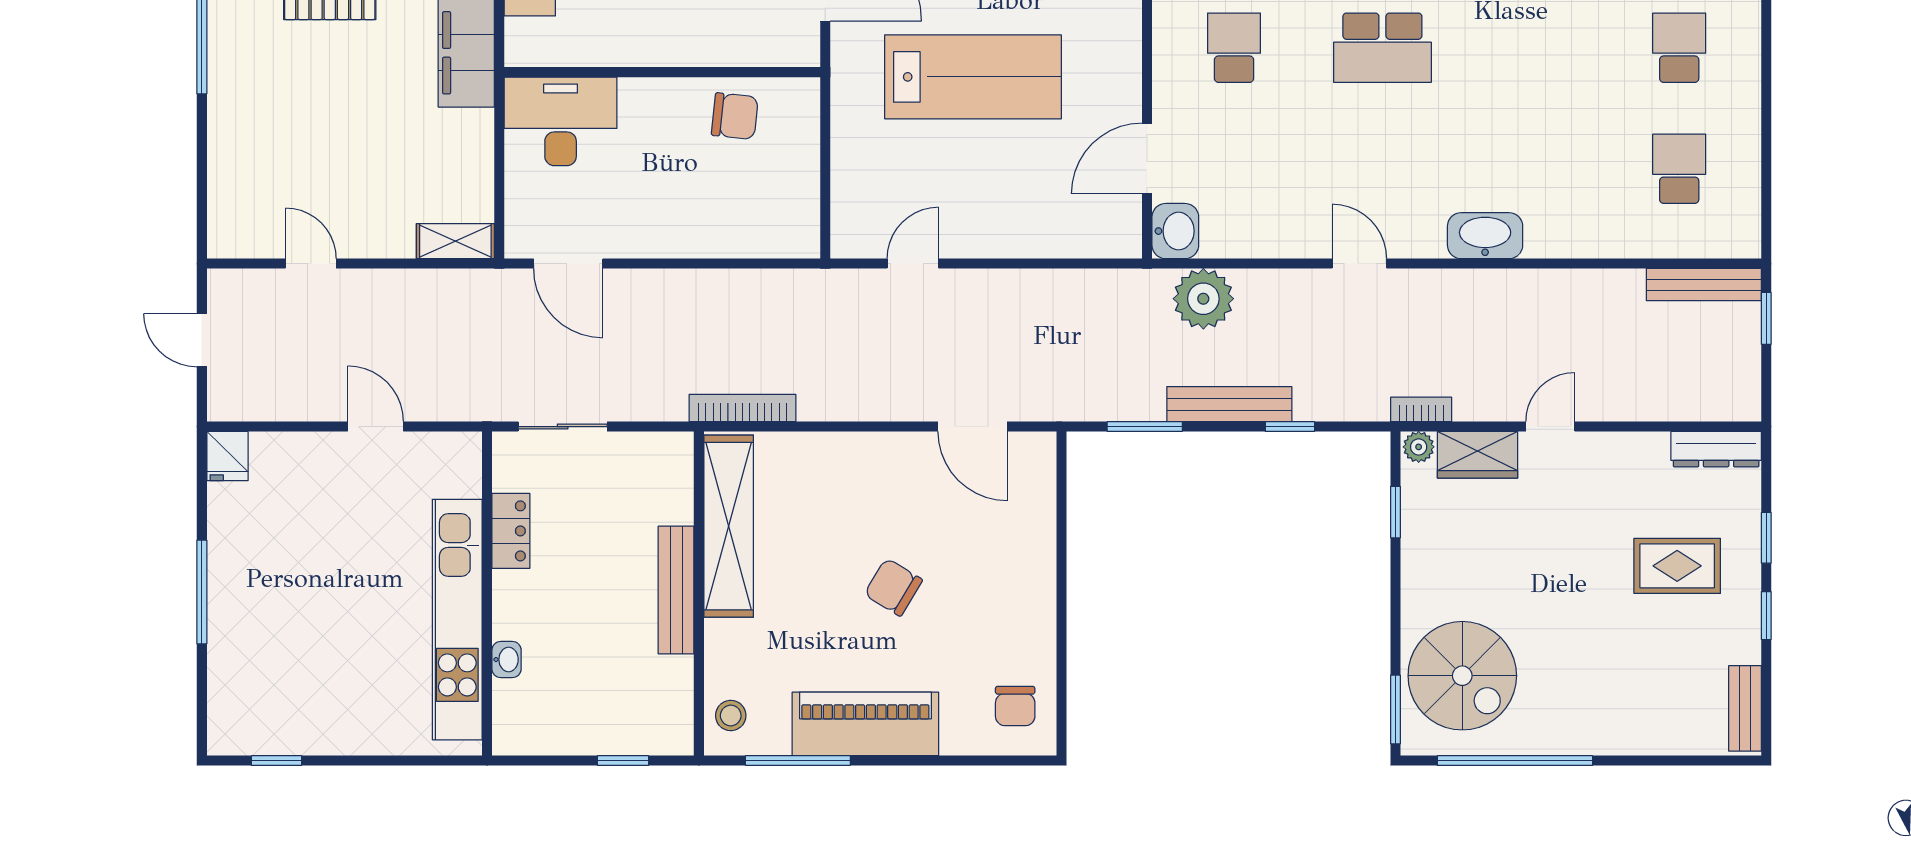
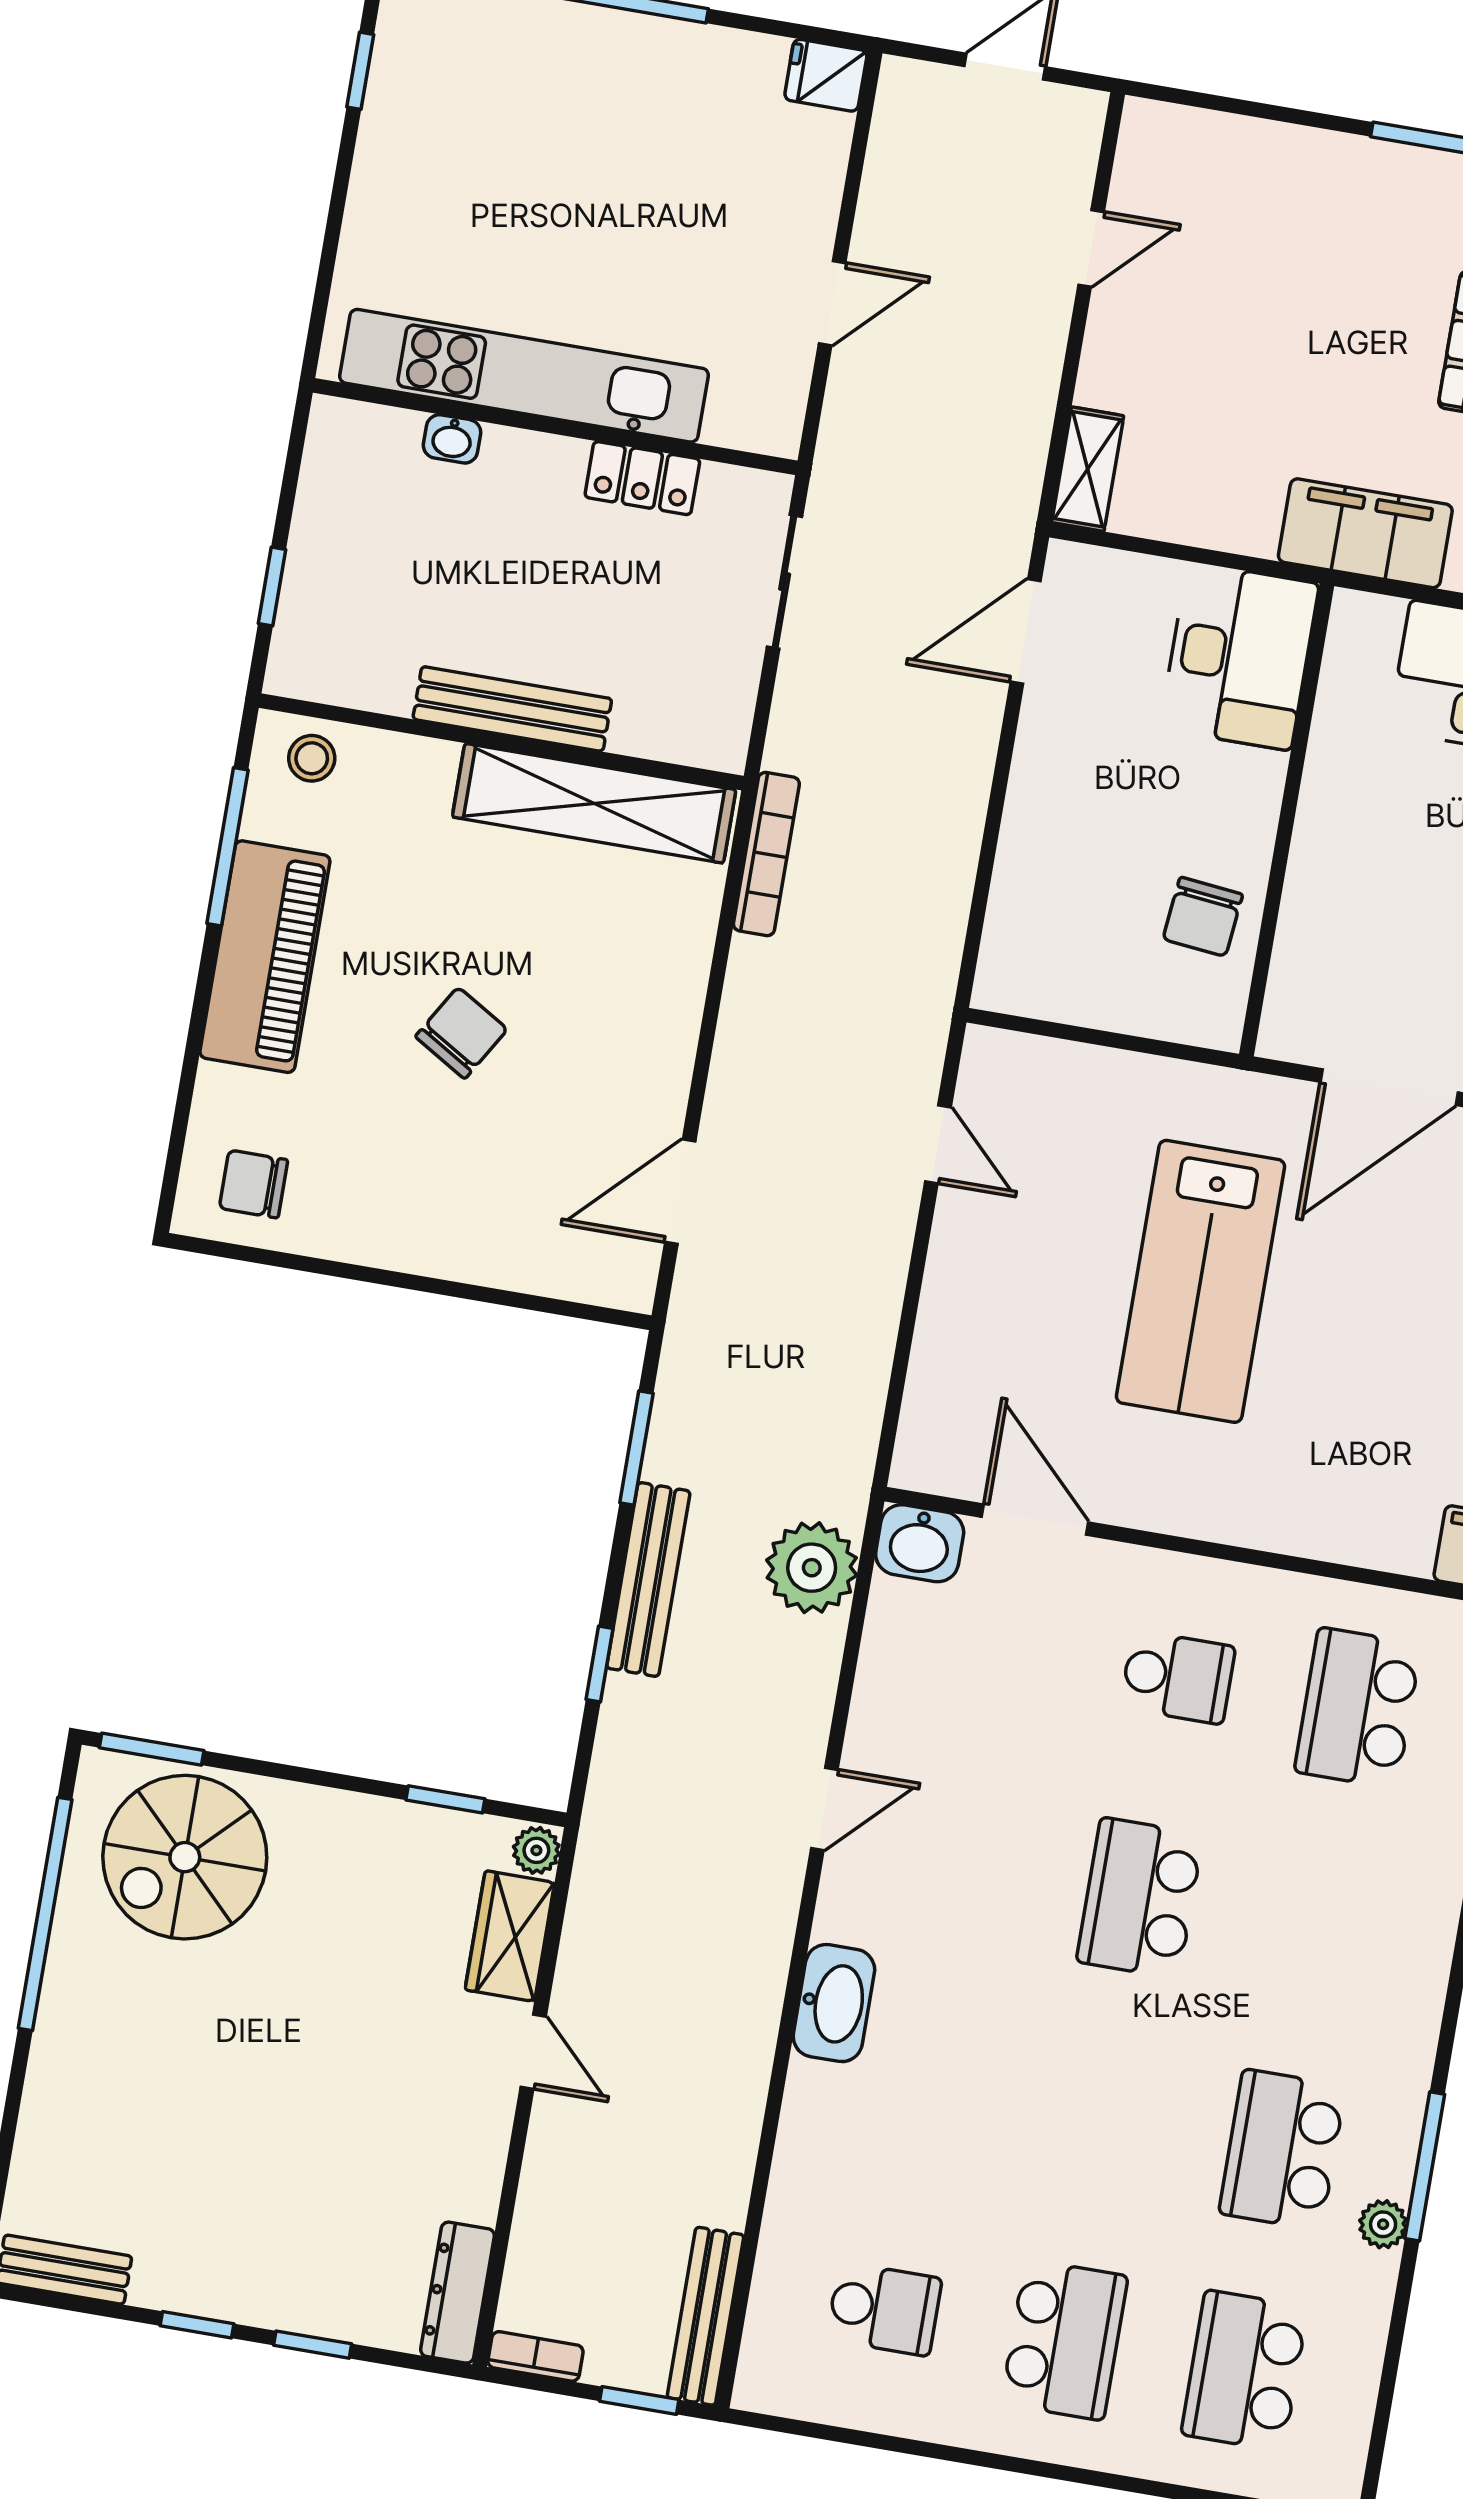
school desk: (1679, 48) -> (1064, 2340), width x1.85
bookcase: (1421, 409) -> (535, 2356), moved, turned -90
rug: (1677, 566) -> (294, 2205), removed

